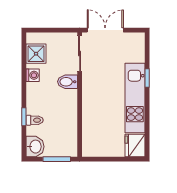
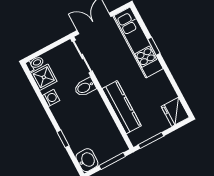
kitchen unit: (135, 98) -> (138, 42), moved
kitchen counter: (90, 116) -> (122, 107), added
toilet: (35, 120) -> (35, 64), moved
window: (100, 159) -> (151, 140), added

